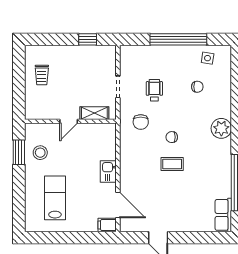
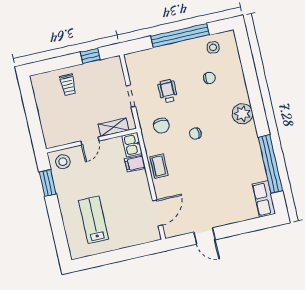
trolley: (42, 75) -> (68, 85), moved
stool: (40, 153) -> (63, 162), moved
coffee table: (172, 164) -> (159, 166), moved, turned 90
kitchen sink: (108, 172) -> (132, 145), moved
door: (118, 205) -> (157, 213), hinge flipped
filing cabinet: (107, 225) -> (135, 163), moved

